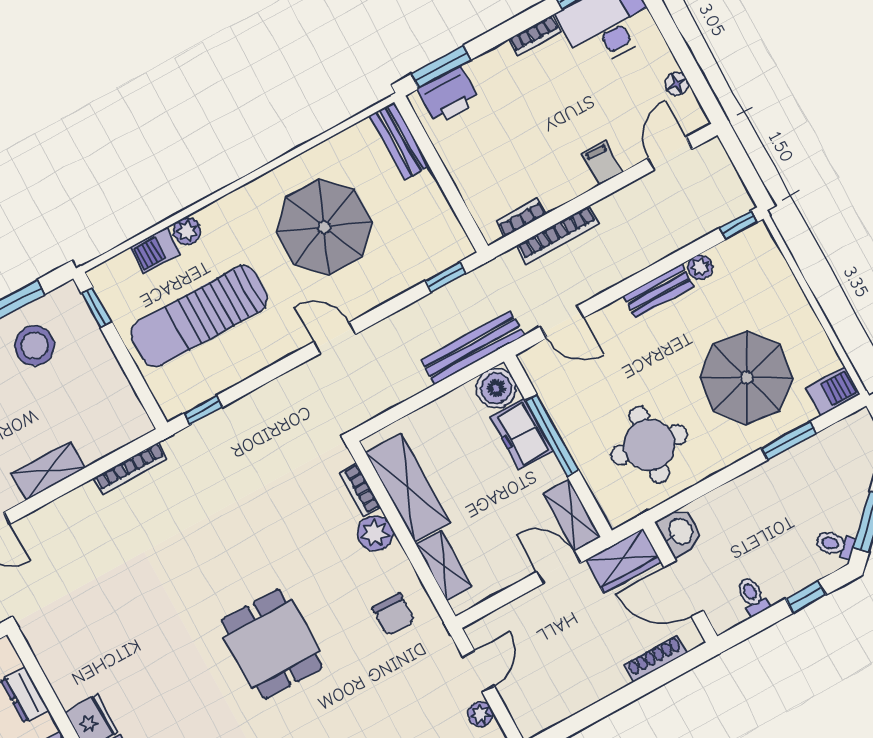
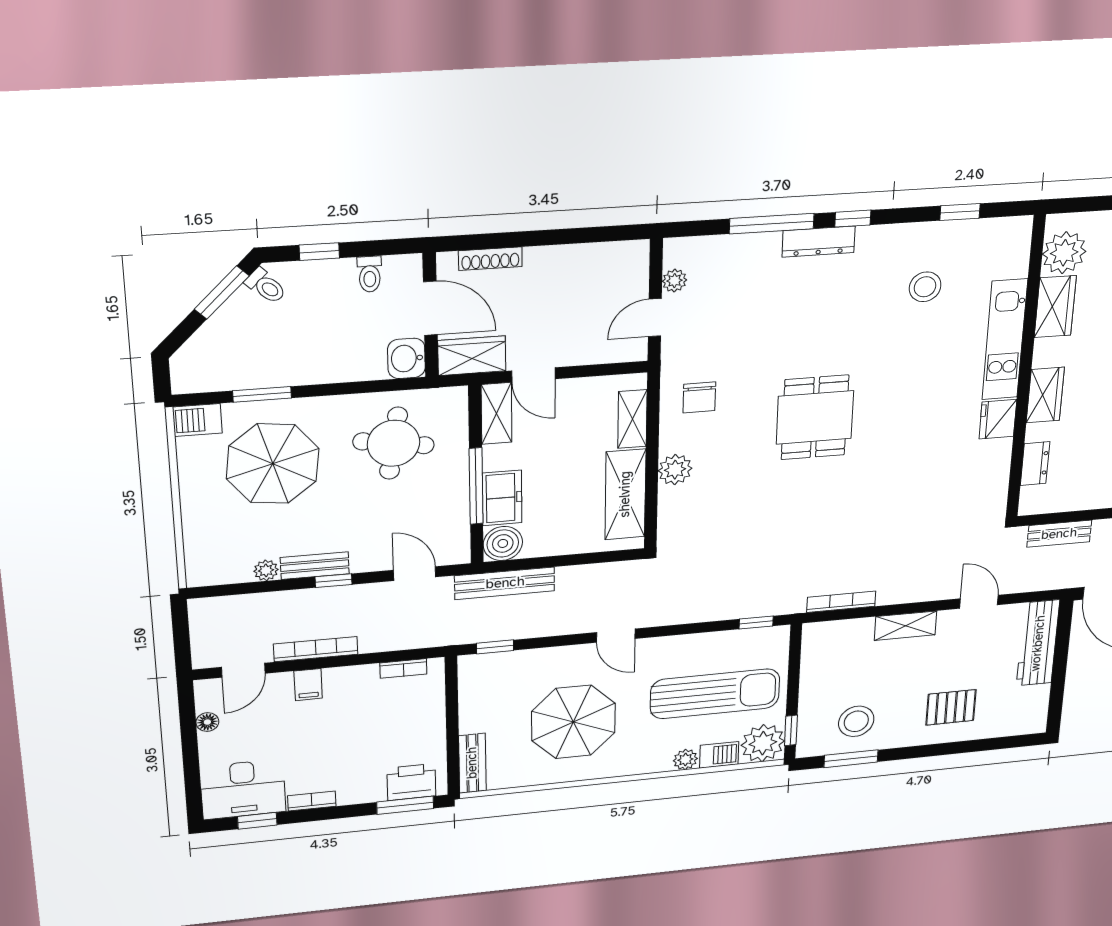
window: (738, 225) -> (334, 581), moved
bookcase: (558, 235) -> (316, 649), moved
plant: (118, 282) -> (763, 743), added
bookcase: (360, 490) -> (667, 509), removed
chair: (393, 614) -> (699, 397), turned 180

